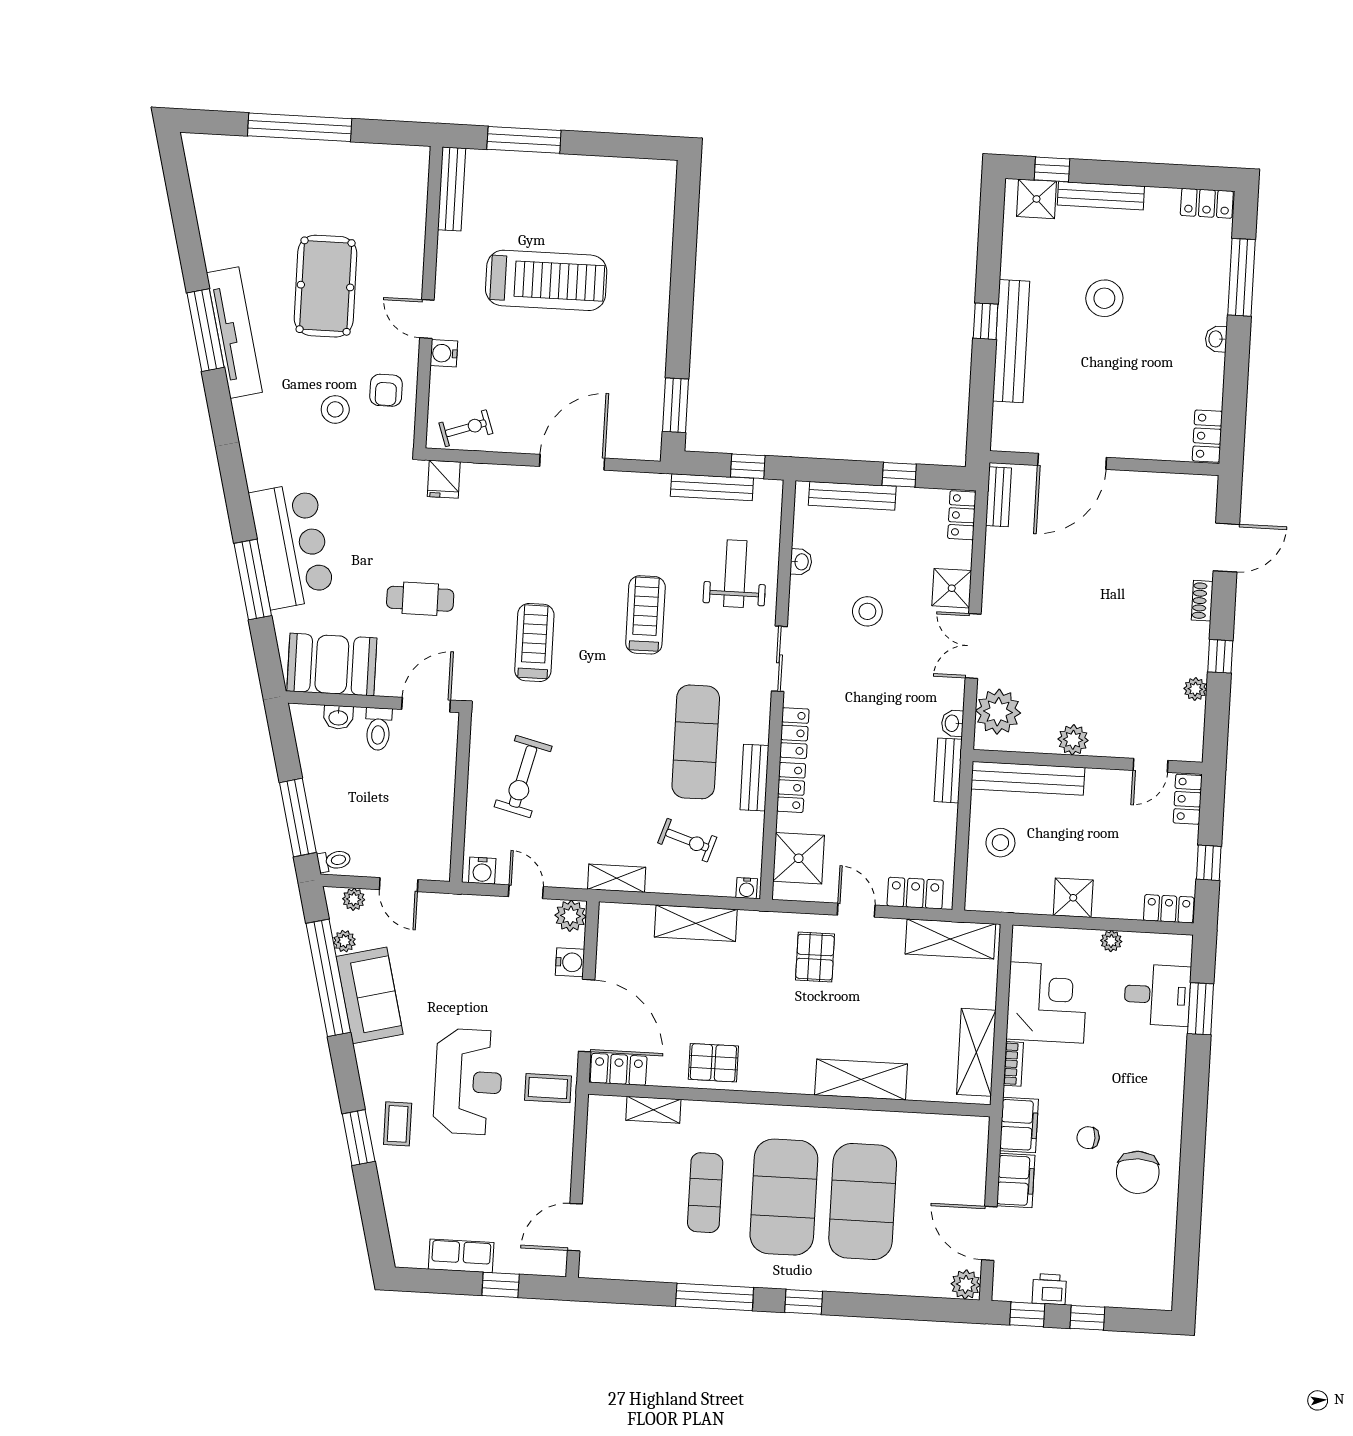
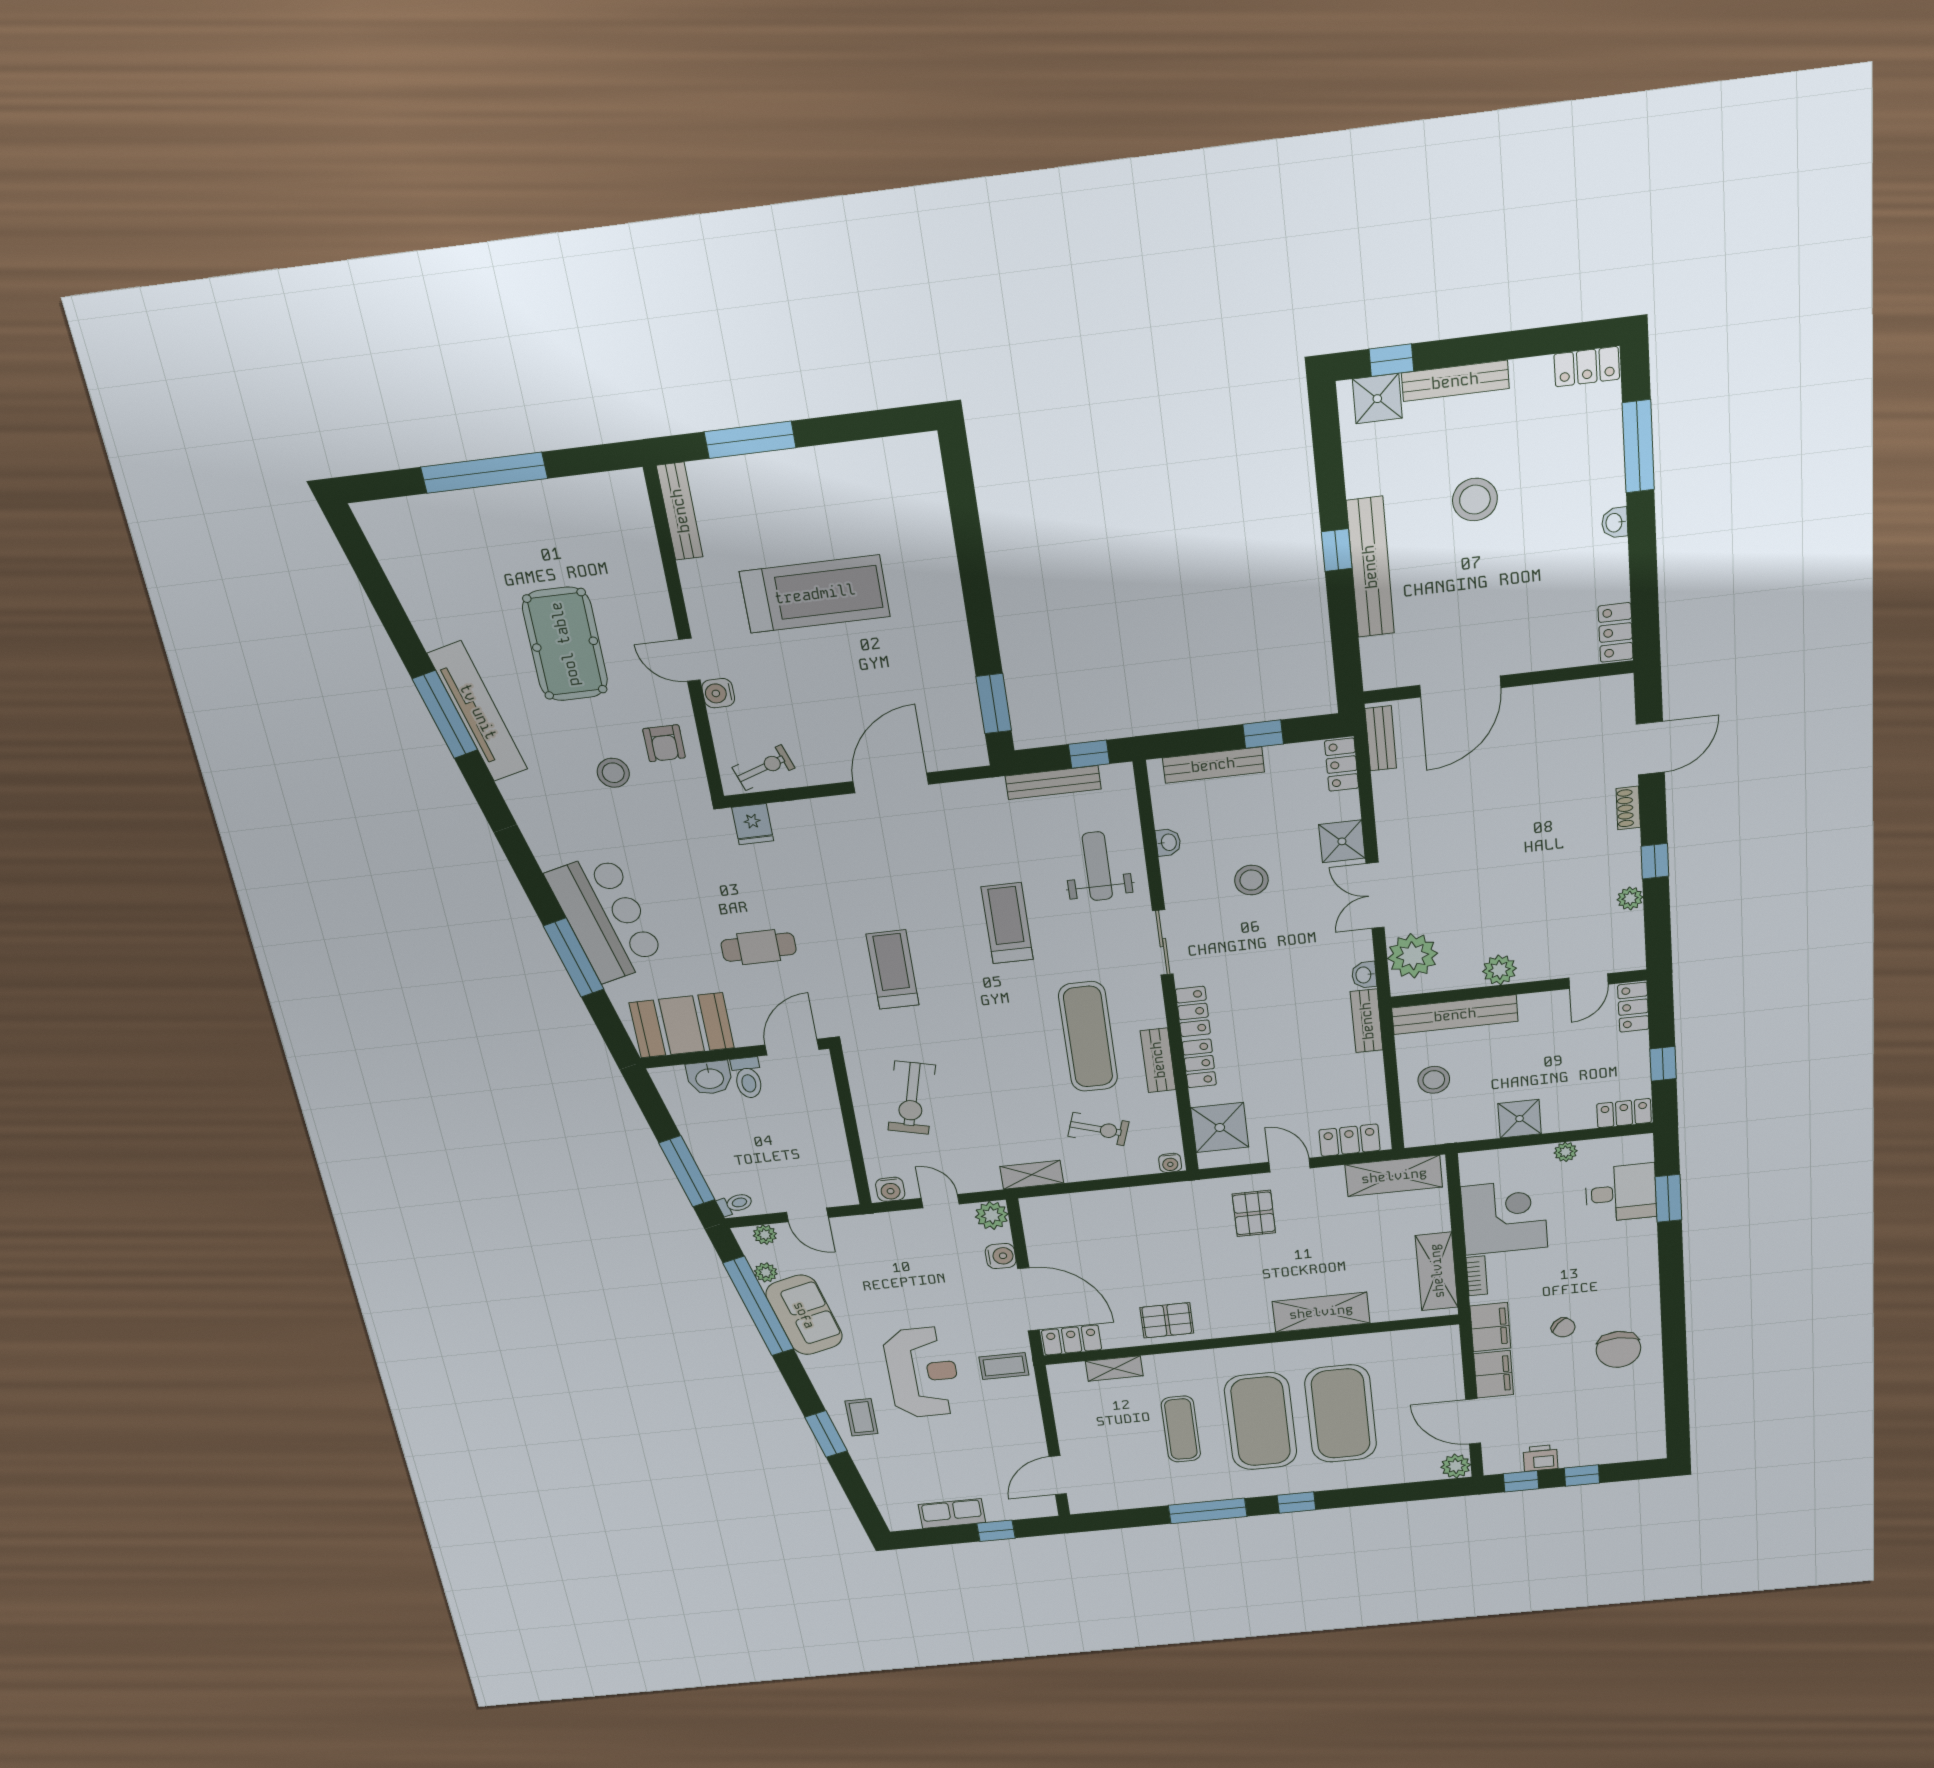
washbasin: (338, 717) -> (709, 1078), width x1.38, depth x1.45
shelving: (696, 923) -> (1123, 1202), removed
chair: (1088, 1138) -> (1563, 1327), turned -137

